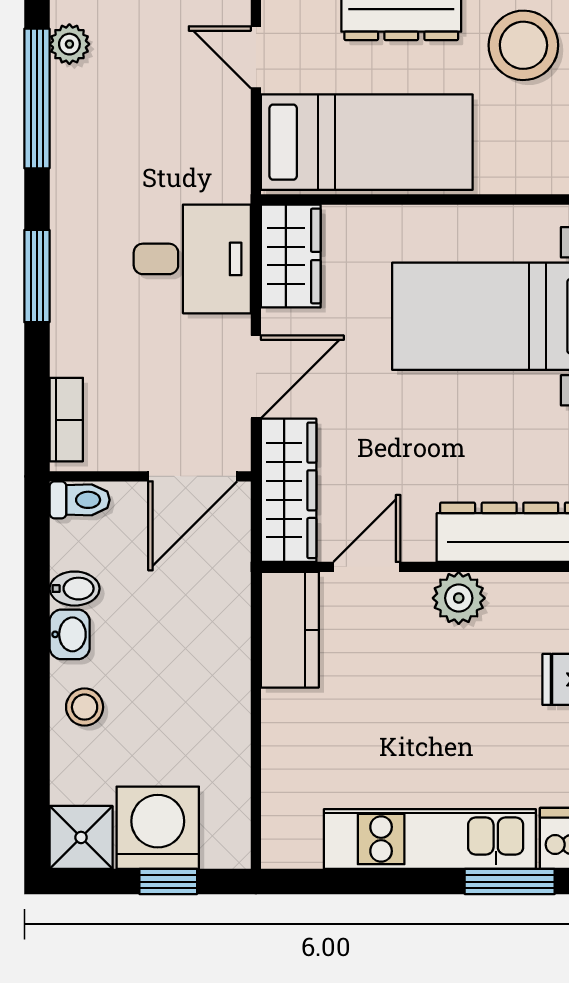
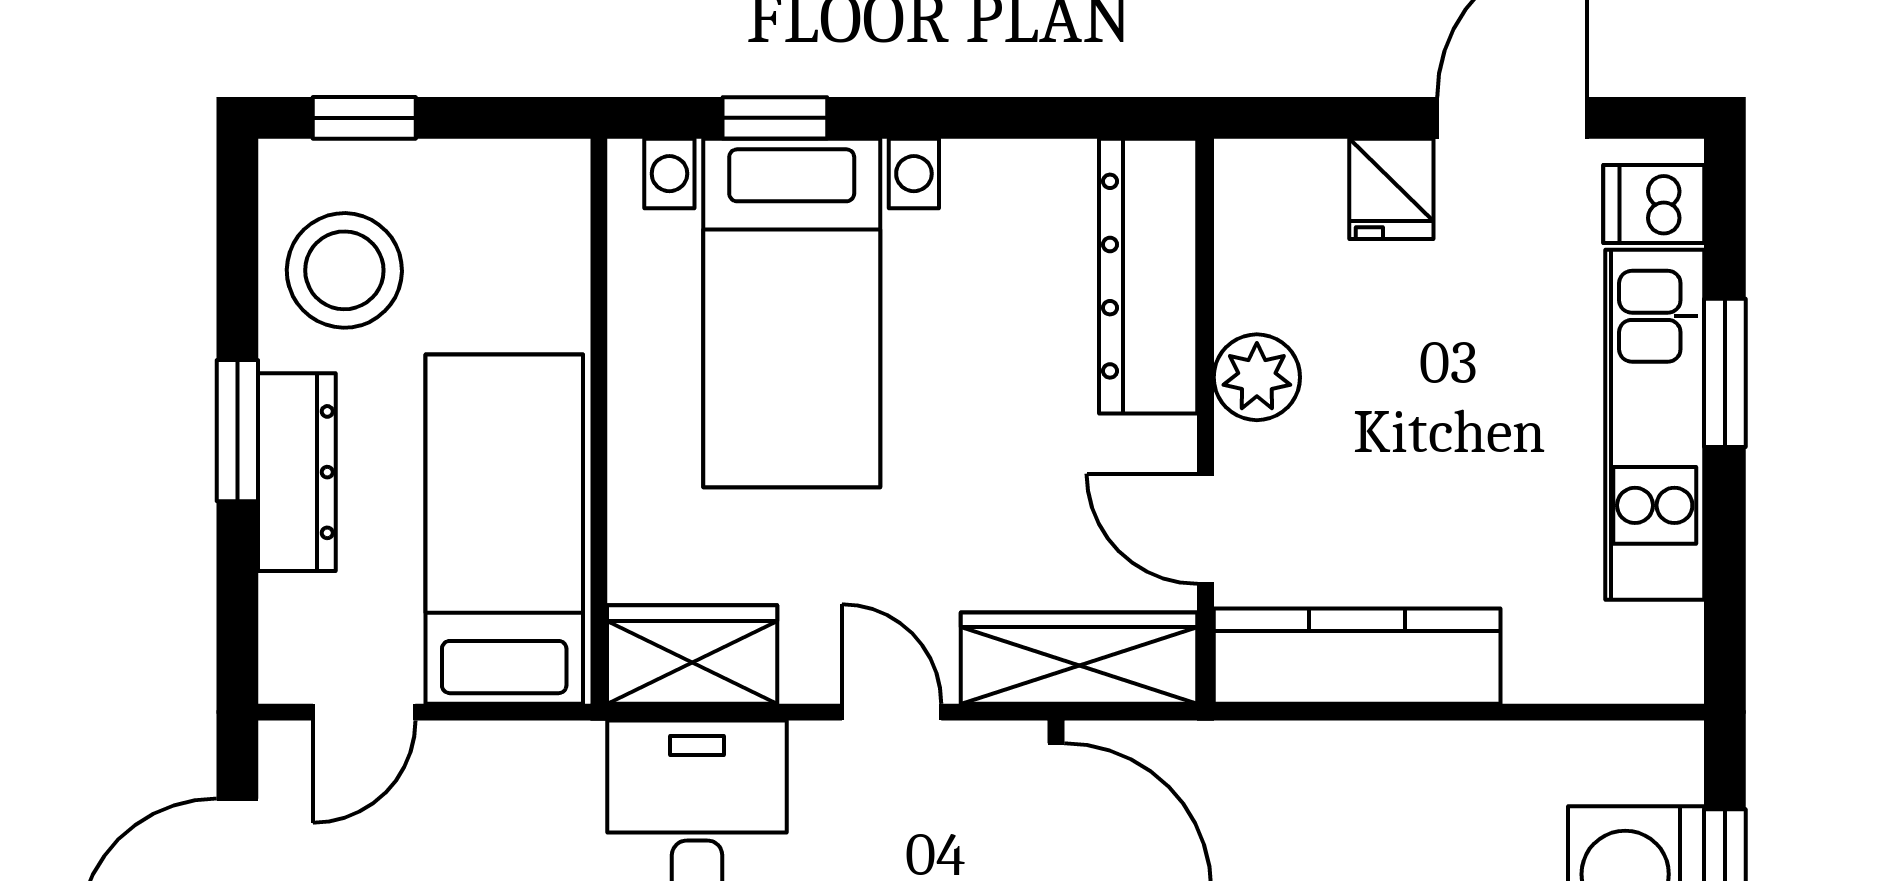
door: (256, 377) -> (892, 712), width x0.73
kitchen counter: (290, 630) -> (1357, 656), width x1.50
window: (510, 882) -> (1725, 373), moved

